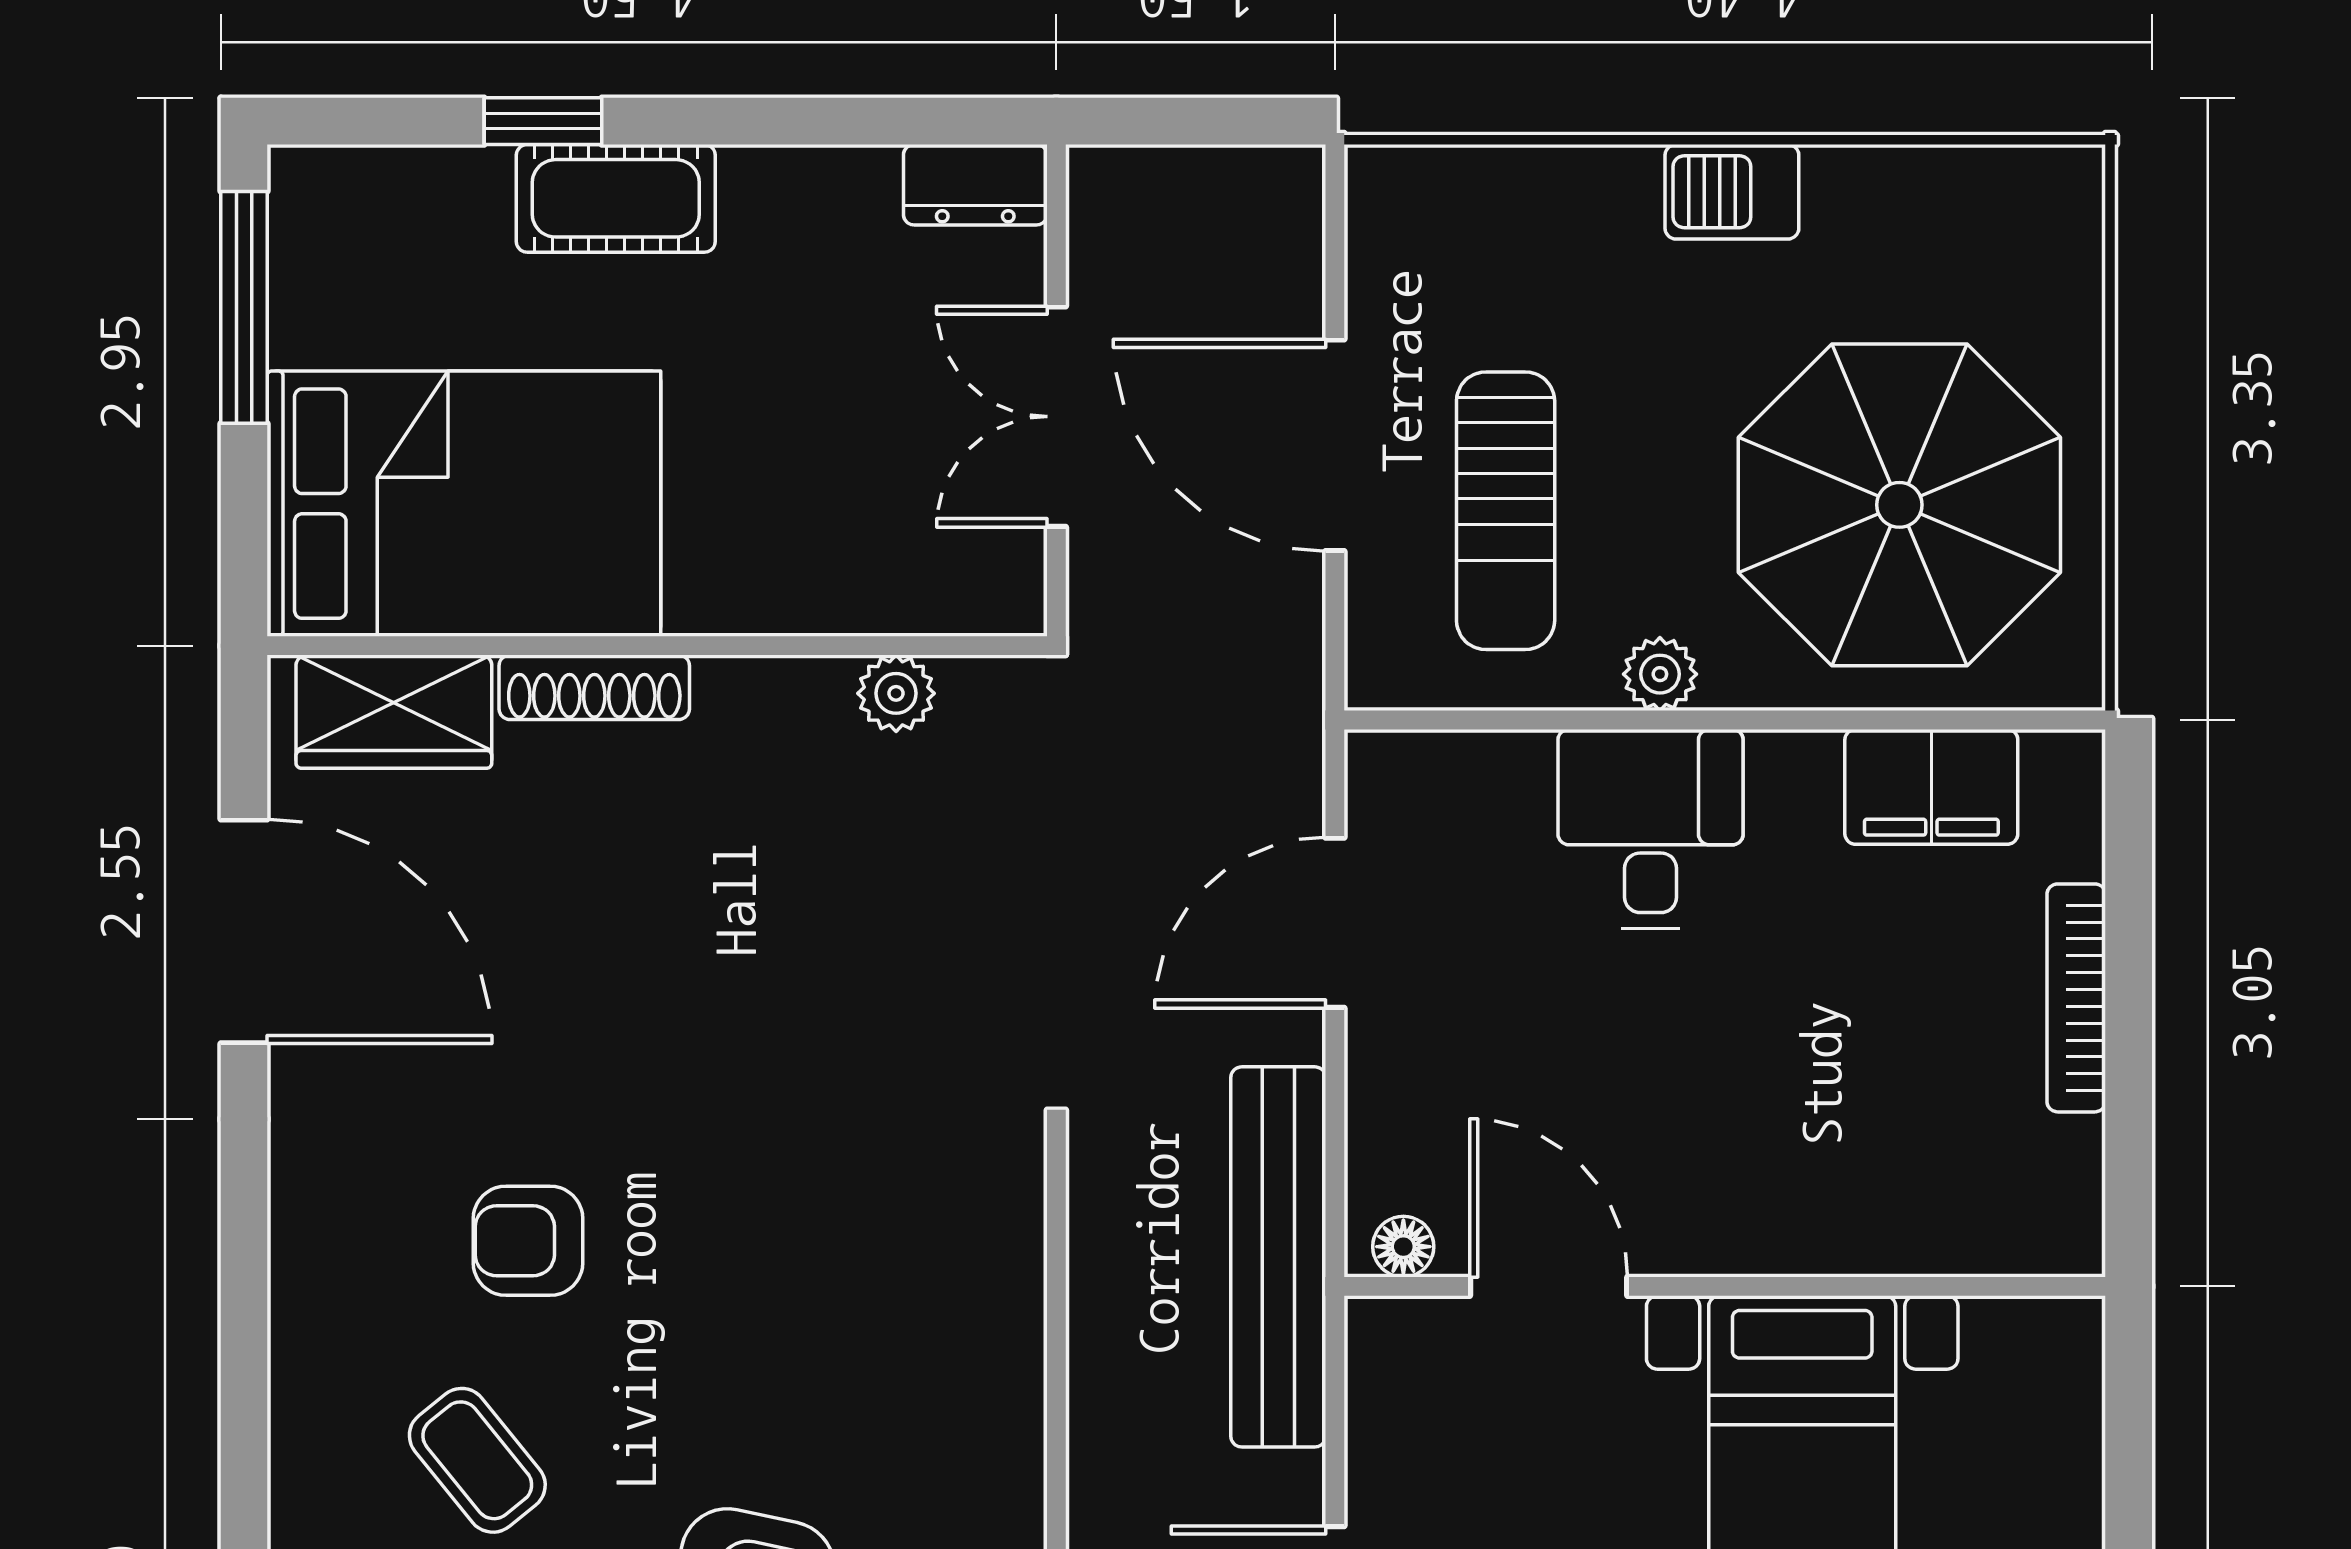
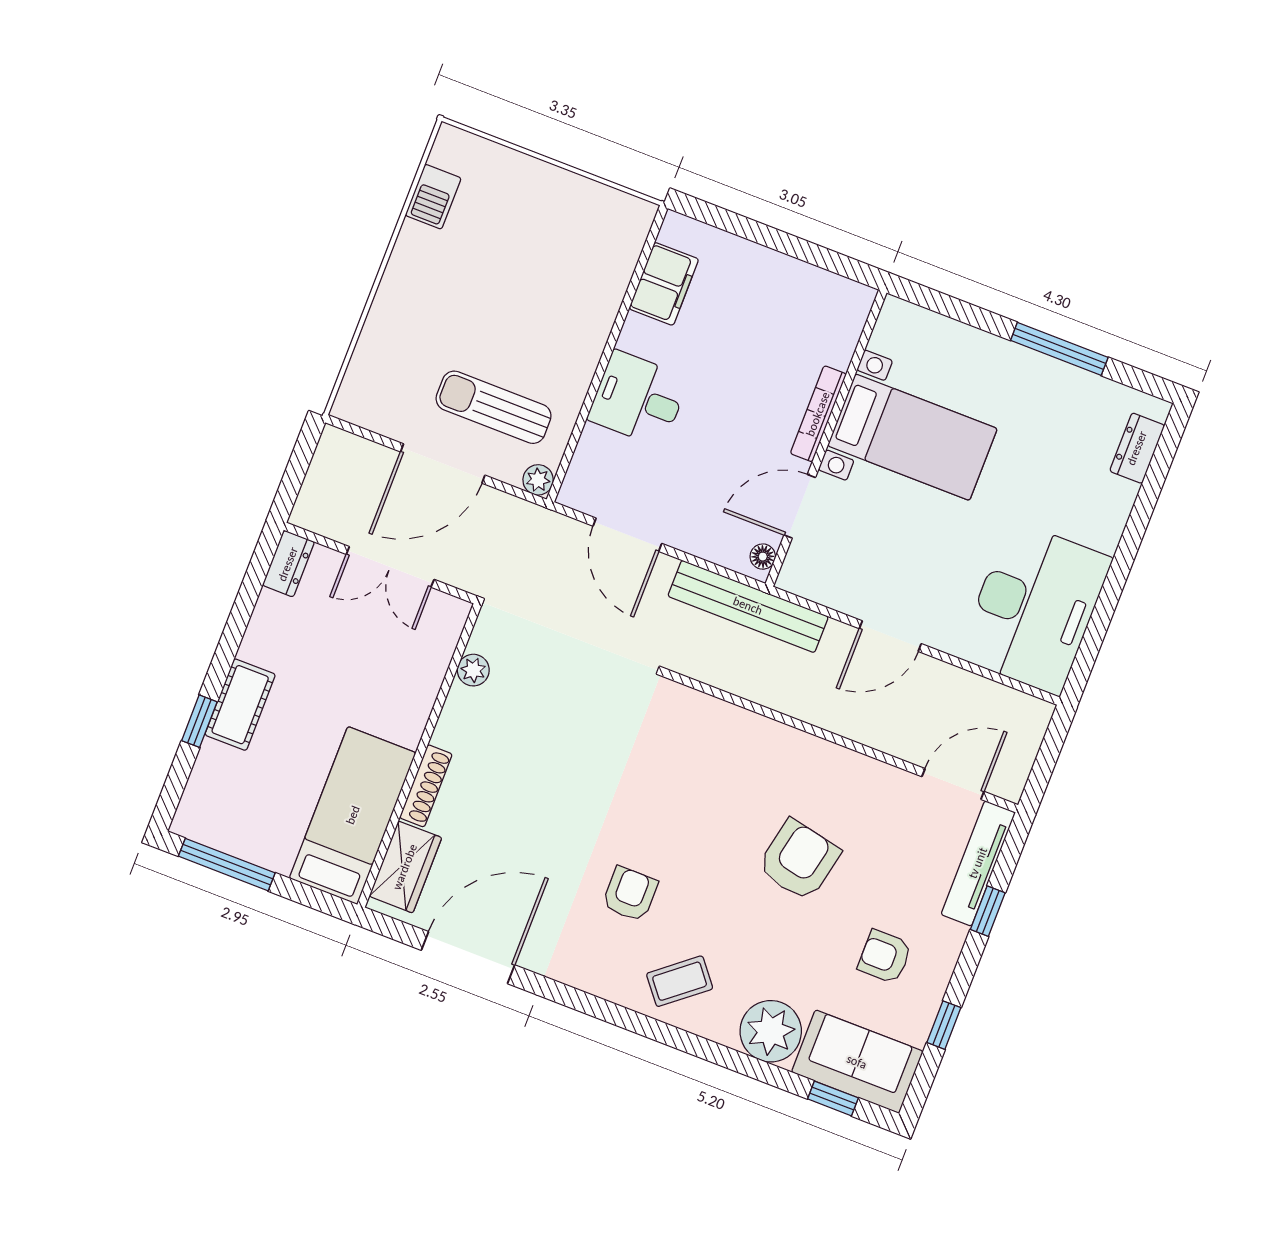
barbecue: (1732, 192) -> (433, 197), moved
bed: (464, 504) -> (353, 815), width x0.67
parasol: (1899, 505) -> (550, 254), removed
sun lounger: (1506, 511) -> (494, 407), turned 180
plant: (1660, 674) -> (538, 480), moved
bookcase: (2076, 998) -> (818, 414), moved, turned 90
armchair: (528, 1241) -> (630, 894), turned 180
coffee table: (477, 1460) -> (680, 981), moved

